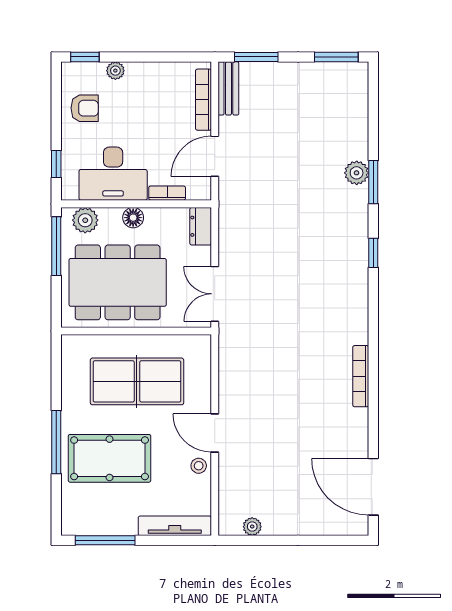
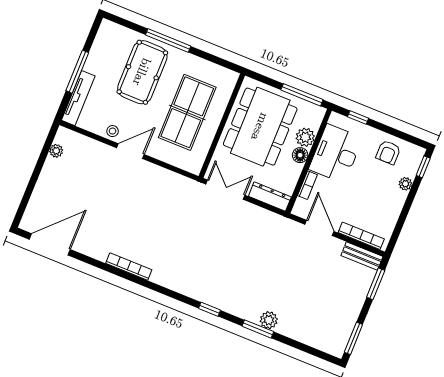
plant: (85, 220) -> (305, 137), moved
dresser: (201, 226) -> (270, 197), width x1.44
window: (105, 540) -> (77, 72), moved

